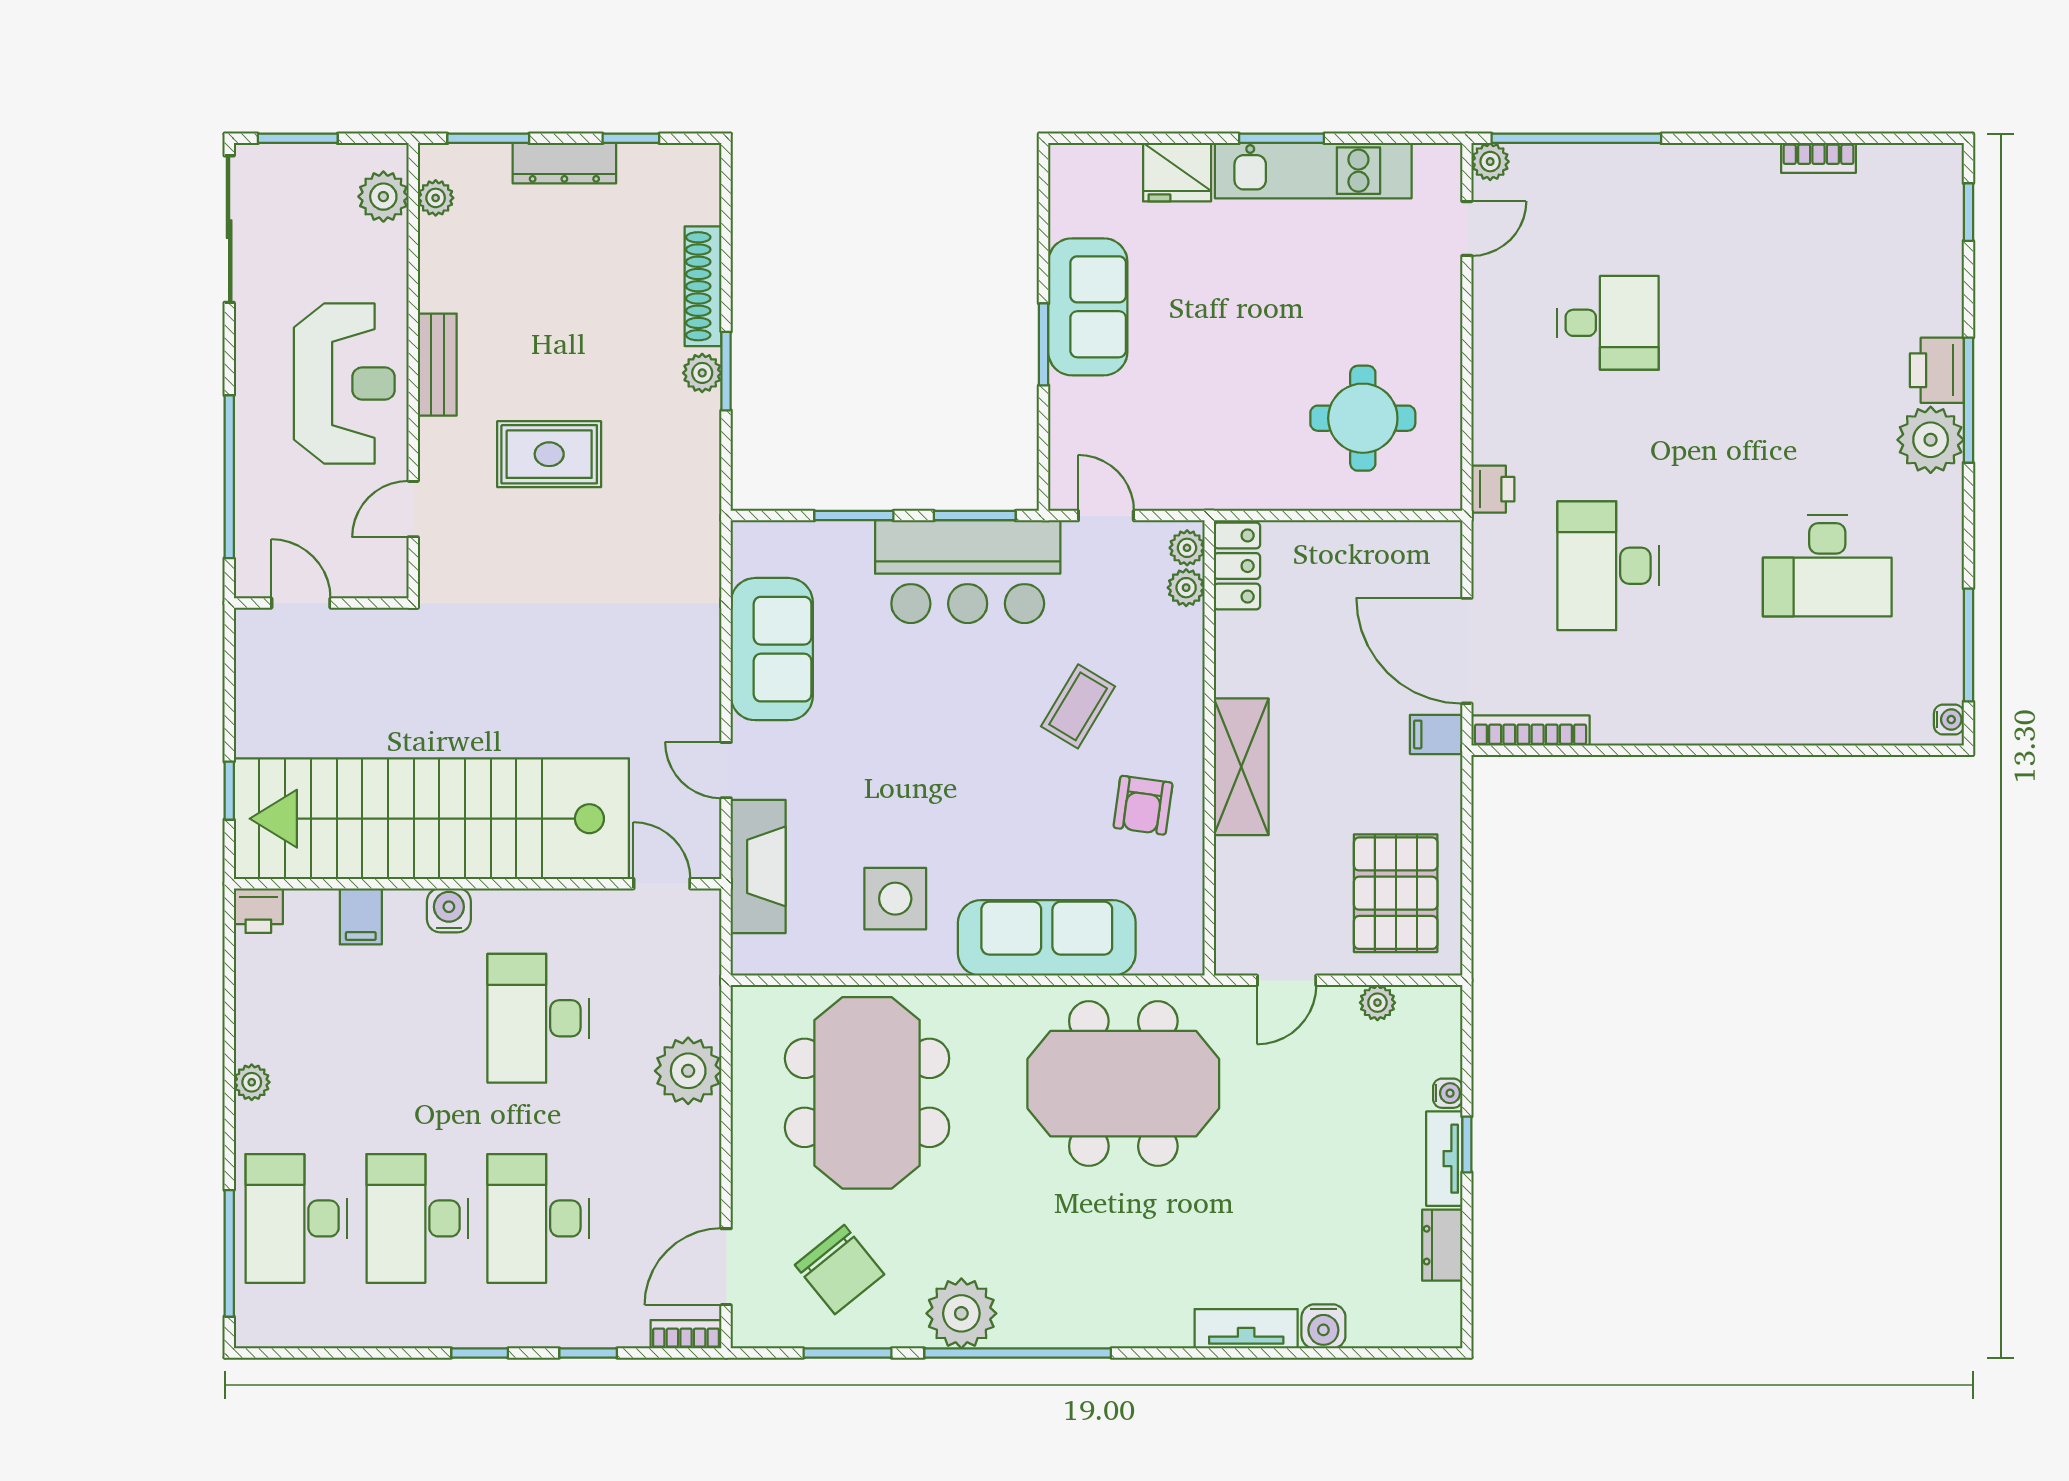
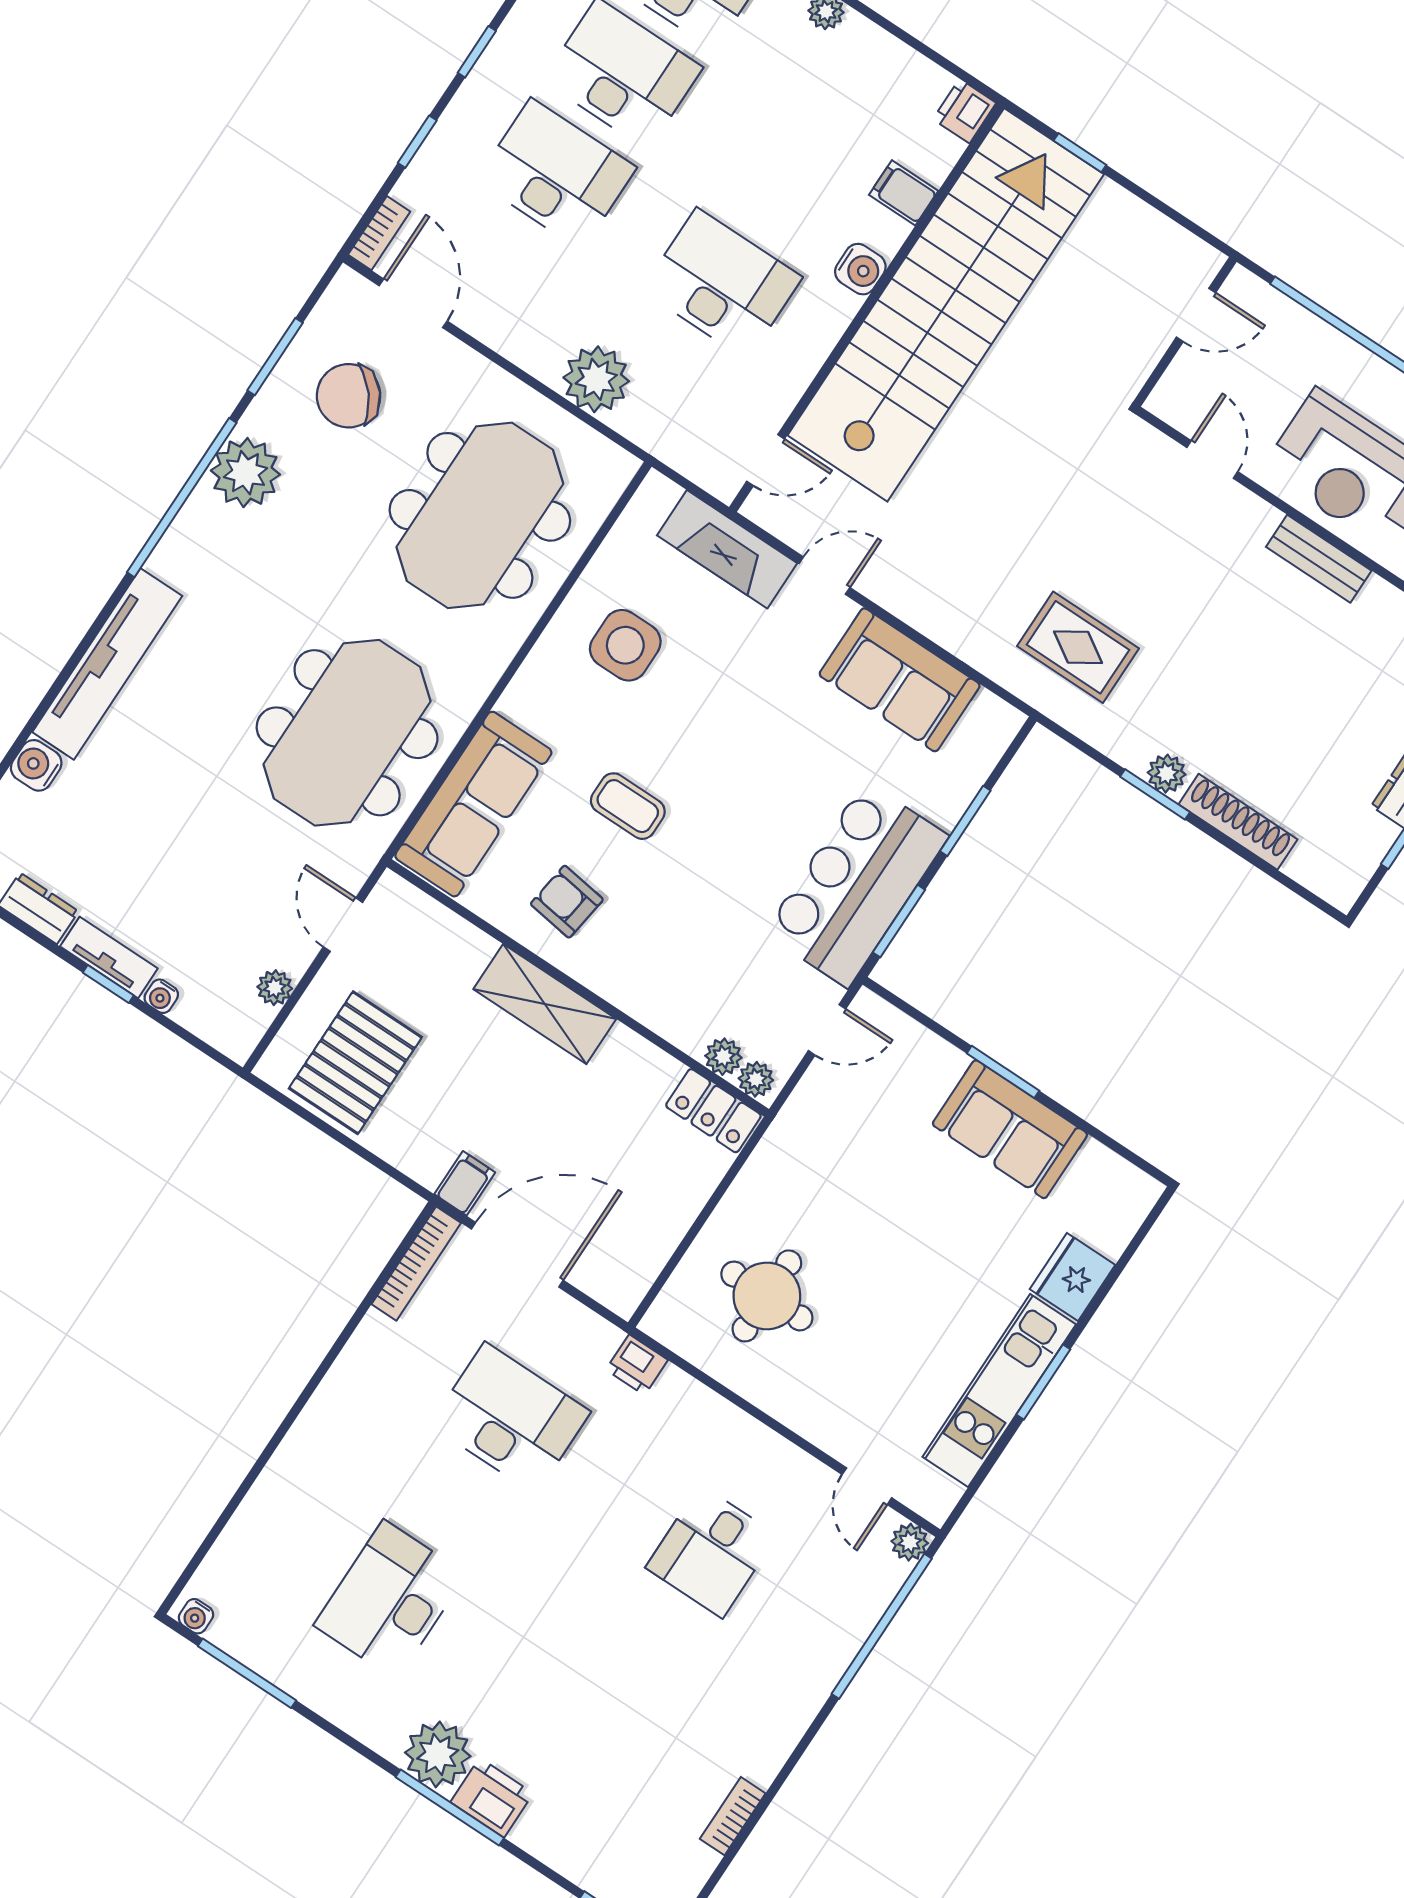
rug: (549, 454) -> (1078, 647), moved, turned 90
coffee table: (1078, 706) -> (628, 806), moved, turned -31
pallet: (1396, 893) -> (355, 1063), turned 90
sofa: (1047, 938) -> (473, 804), moved
meeting table: (867, 1093) -> (480, 515), turned 90
tv unit: (1246, 1329) -> (107, 664), width x1.92, depth x1.29

